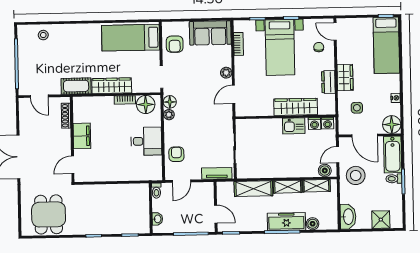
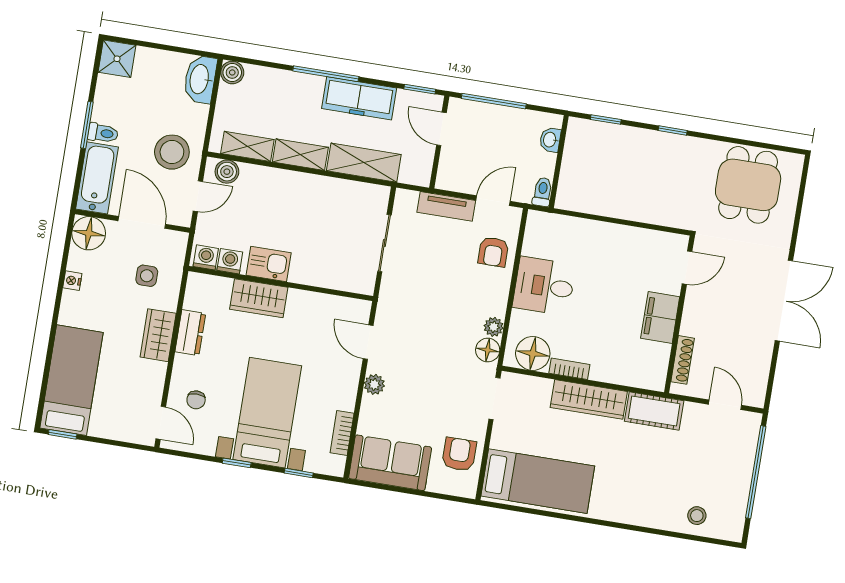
door: (234, 94) -> (368, 342), swing flipped
wardrobe: (296, 107) -> (259, 298), width x0.67
tv unit: (217, 173) -> (446, 206), moved
shower: (381, 220) -> (117, 59), moved
freezer: (286, 222) -> (359, 98), moved
boiler: (313, 224) -> (232, 72), moved

